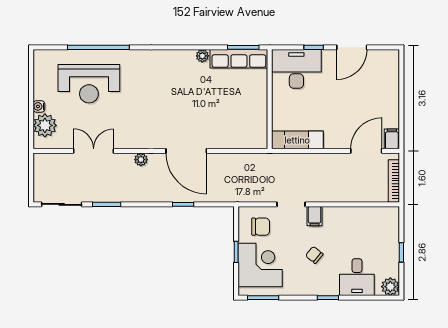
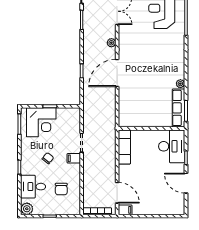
chair: (261, 227) -> (61, 189), moved

